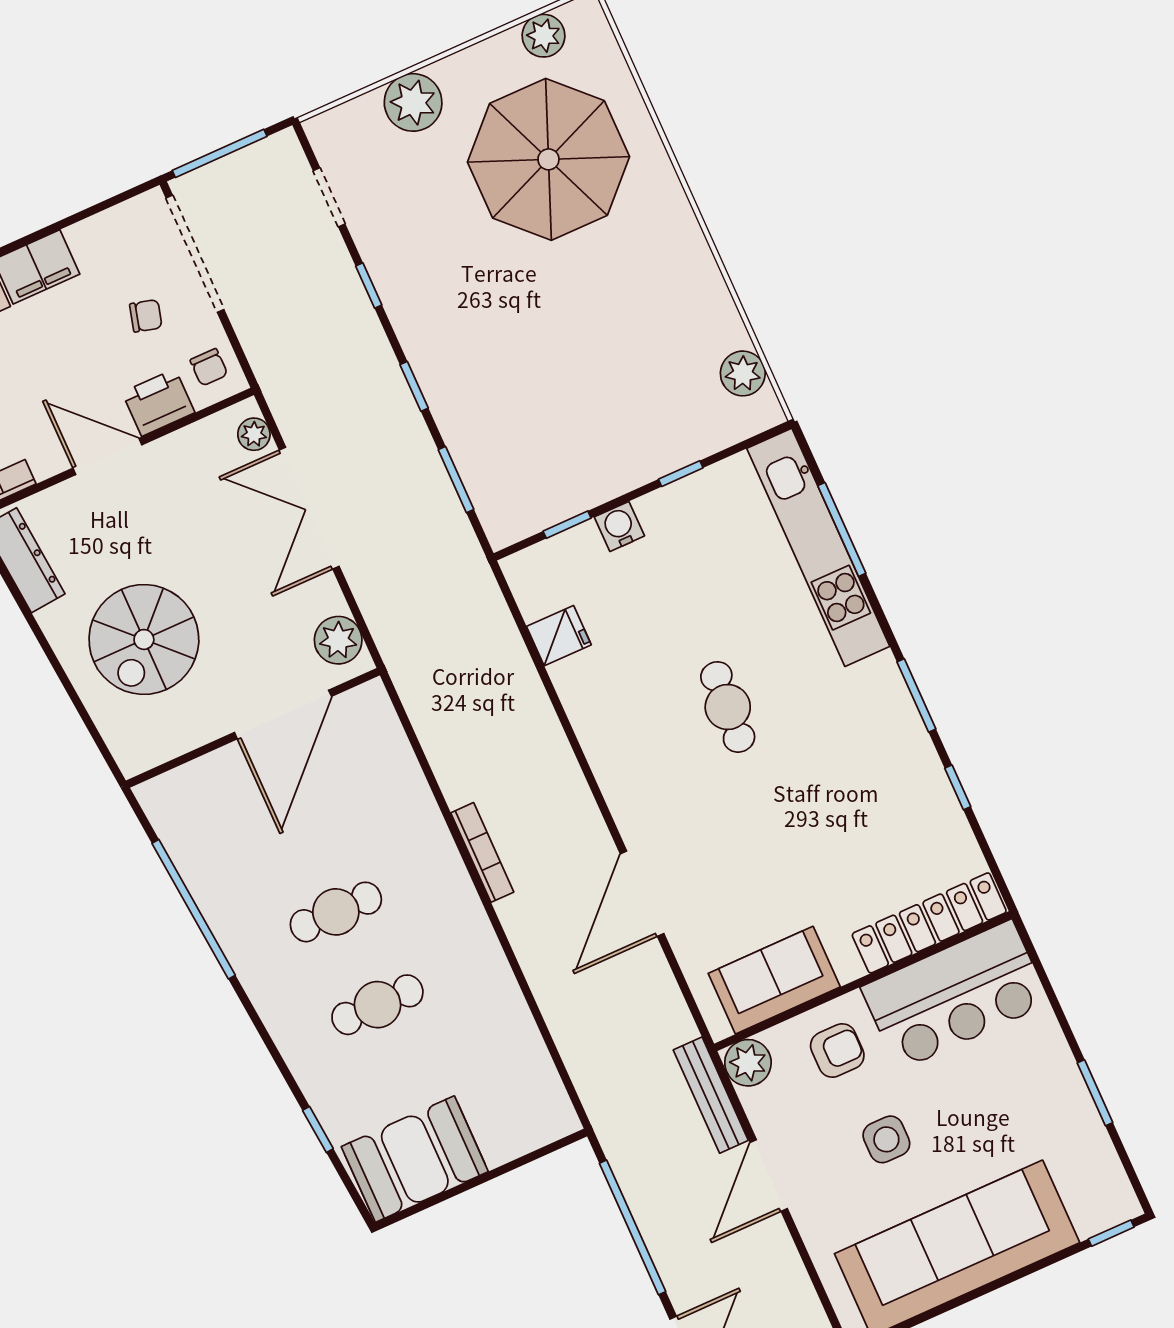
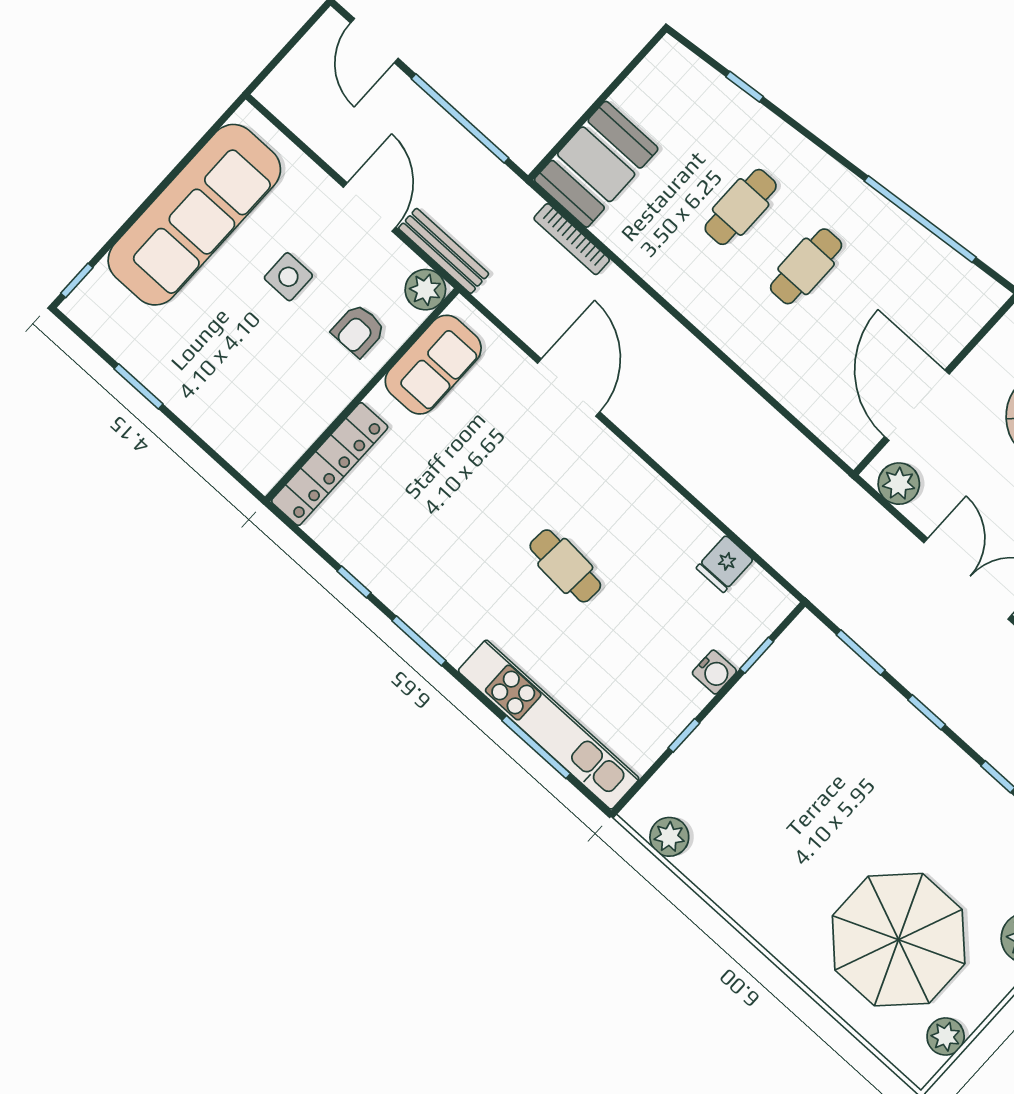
bookcase: (482, 852) -> (572, 239), moved
bar counter: (955, 995) -> (284, 416), removed
booth: (415, 1159) -> (596, 164), moved

